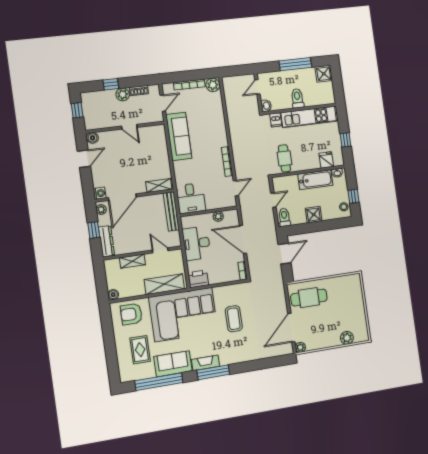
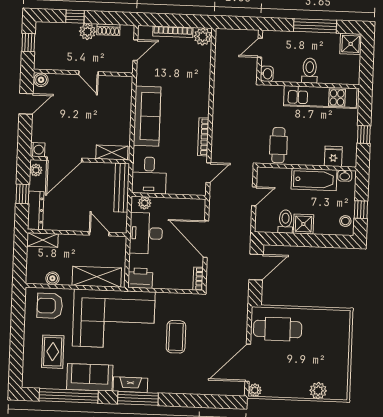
dishwasher: (276, 120) -> (276, 94), removed
sofa: (179, 136) -> (147, 116), moved
plant: (218, 216) -> (145, 203), moved
toilet: (284, 217) -> (285, 221), moved
shelving: (132, 261) -> (43, 240), moved
boiler: (113, 295) -> (52, 278), moved

